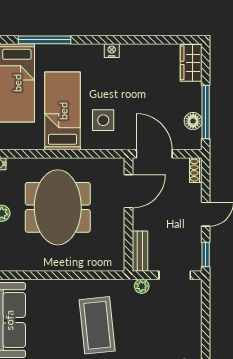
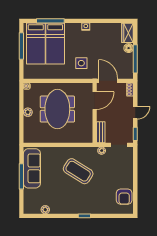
bed: (63, 111) -> (55, 43), moved, turned 180
floor lamp: (193, 121) -> (129, 48), moved
coffee table: (97, 325) -> (78, 171), turned -52

